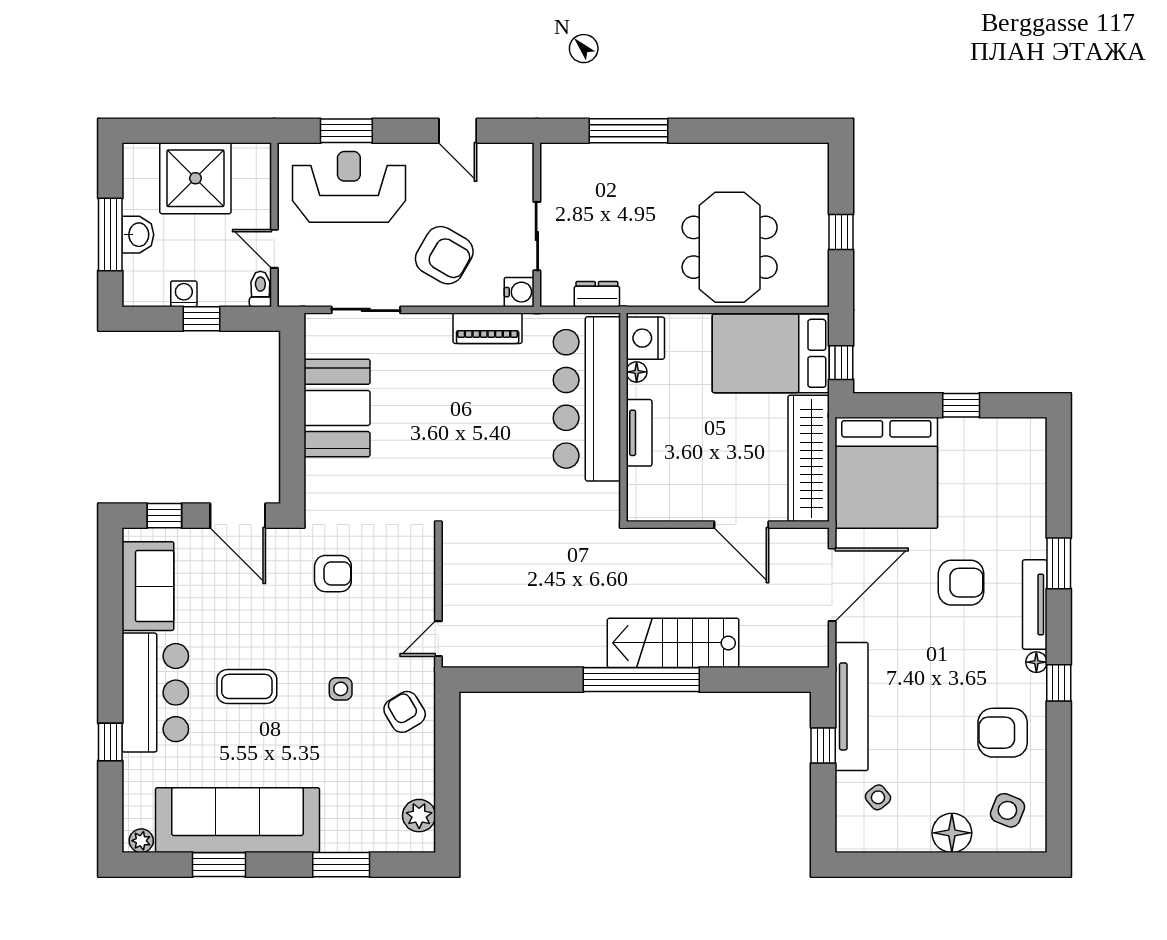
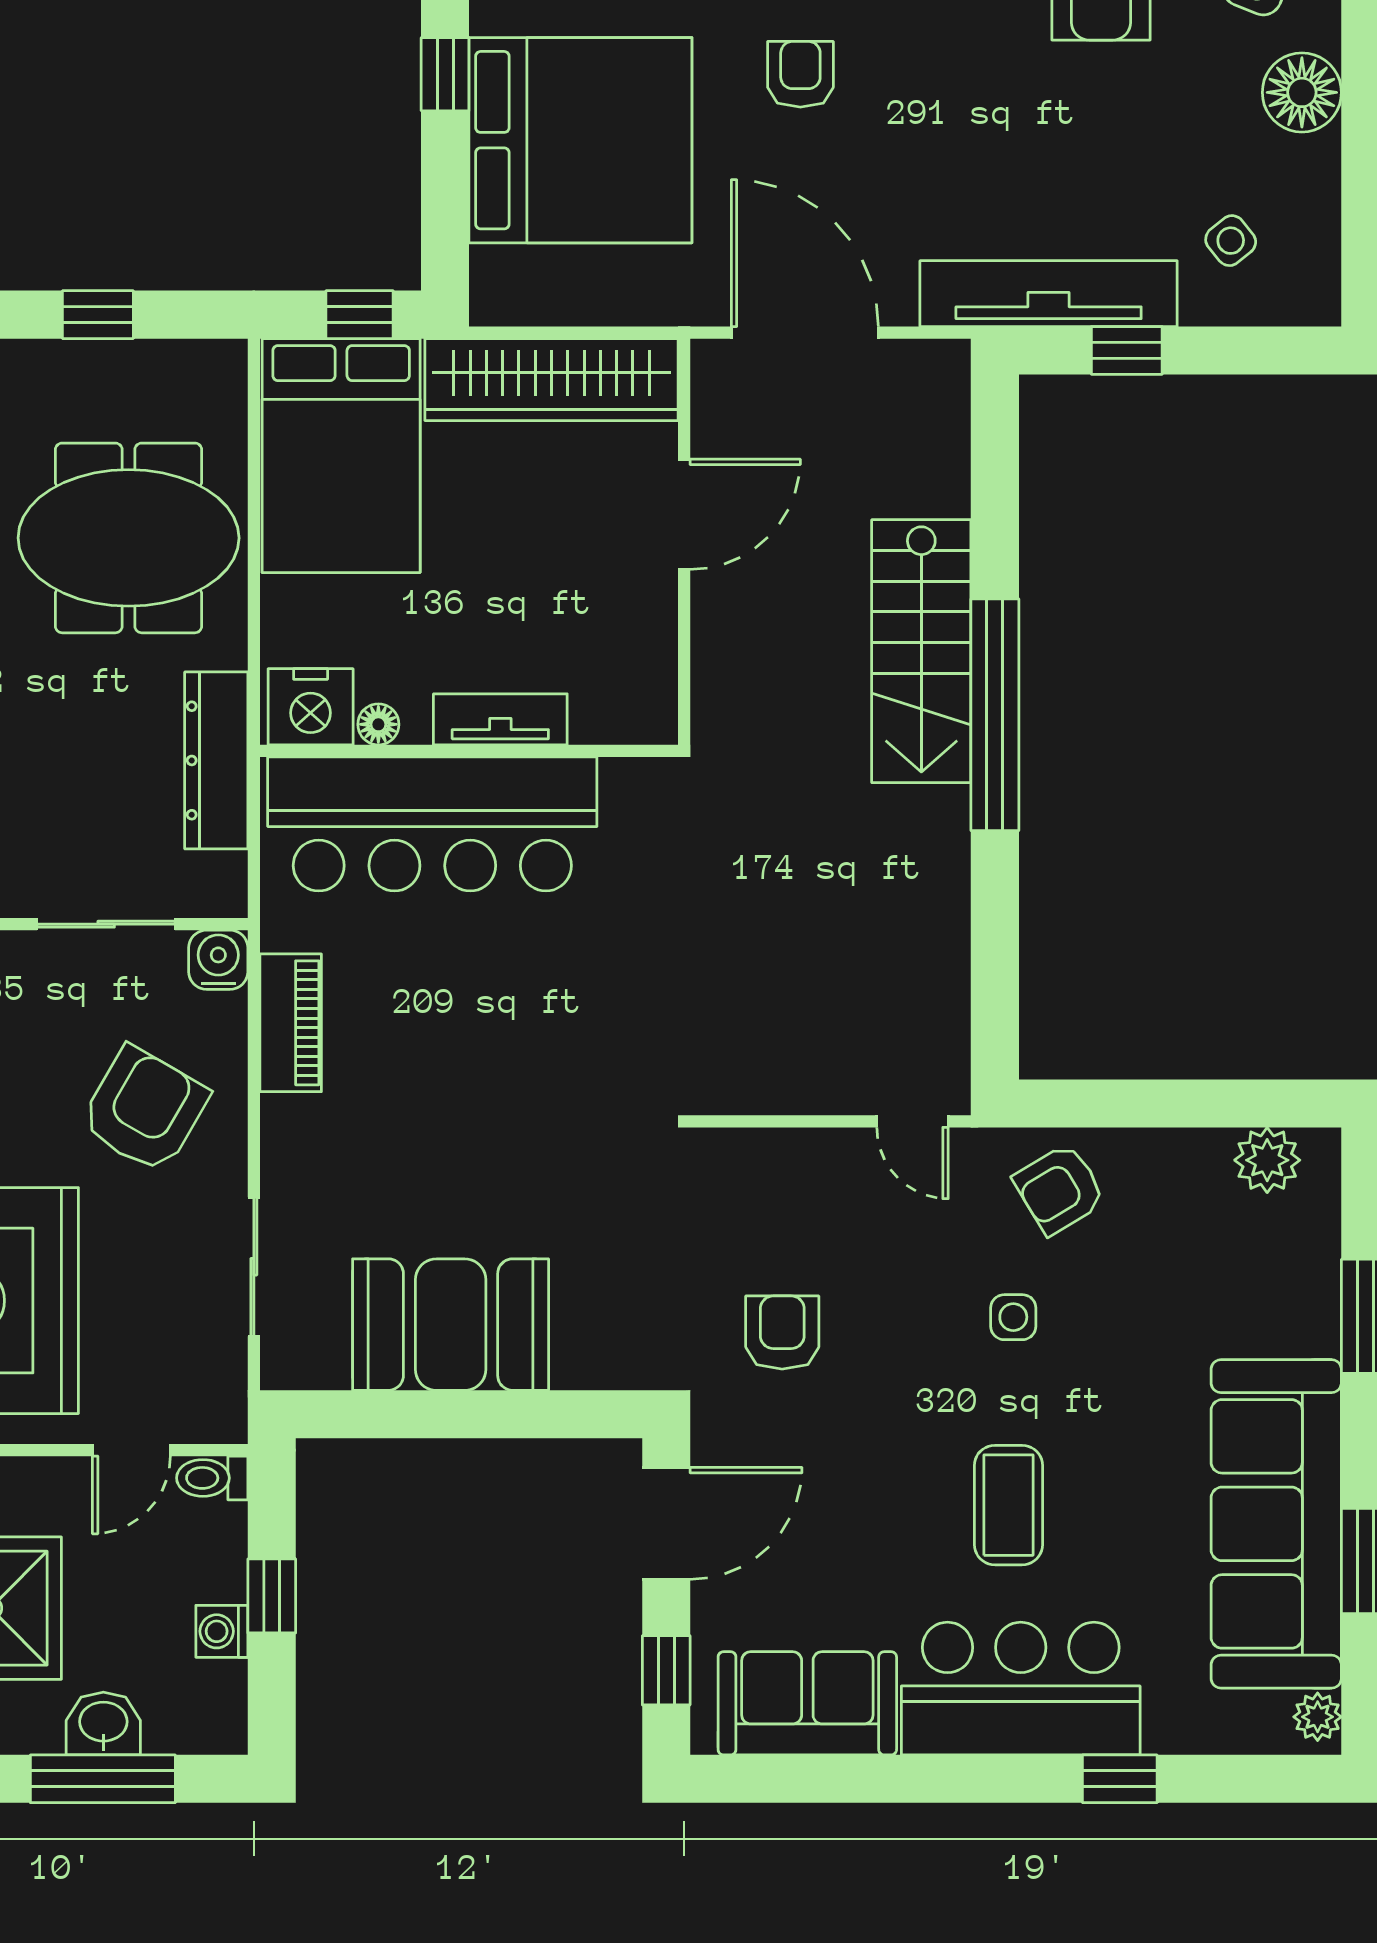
dresser: (597, 294) -> (216, 760), width x1.96, depth x1.24
bed: (886, 473) -> (580, 140), moved
armchair: (961, 583) -> (800, 74), width x0.72, depth x0.72

